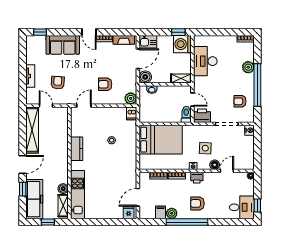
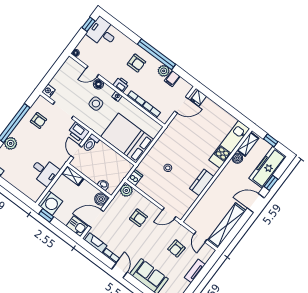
desk: (205, 61) -> (45, 172), width x0.73

